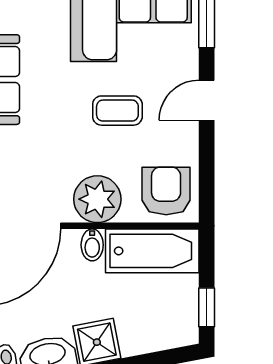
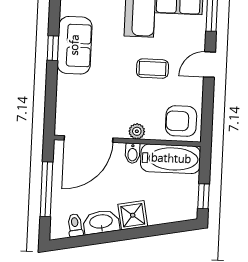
armchair: (166, 191) -> (181, 121), turned -90
plant: (97, 199) -> (137, 131), width x0.53, depth x0.53

